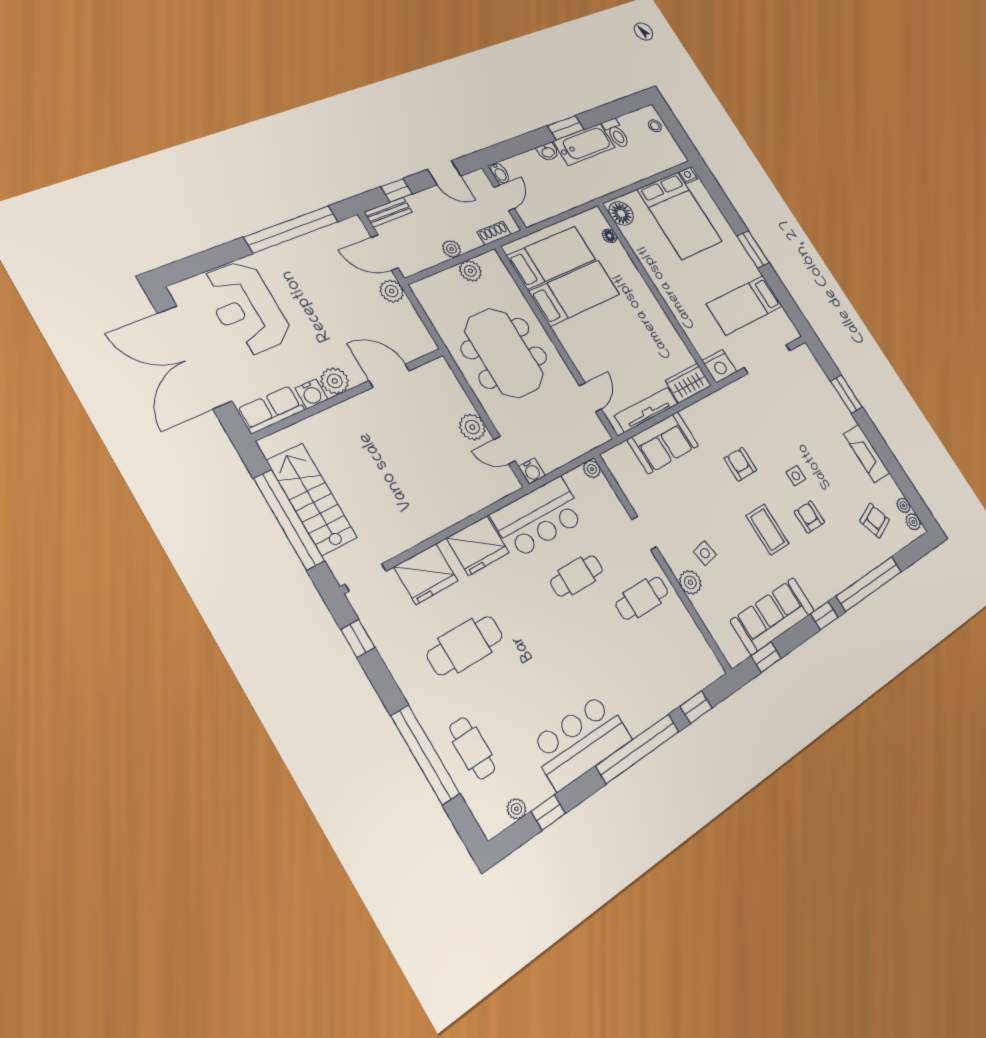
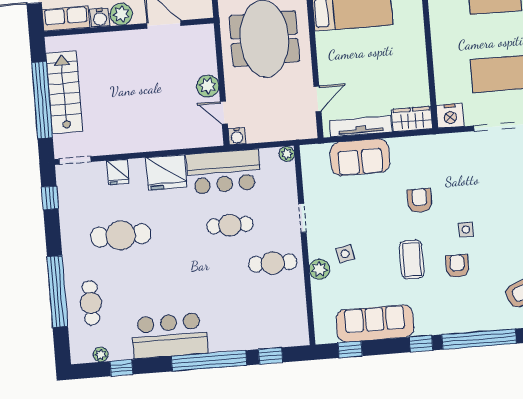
fridge: (426, 574) -> (118, 172), width x0.53, depth x0.75

